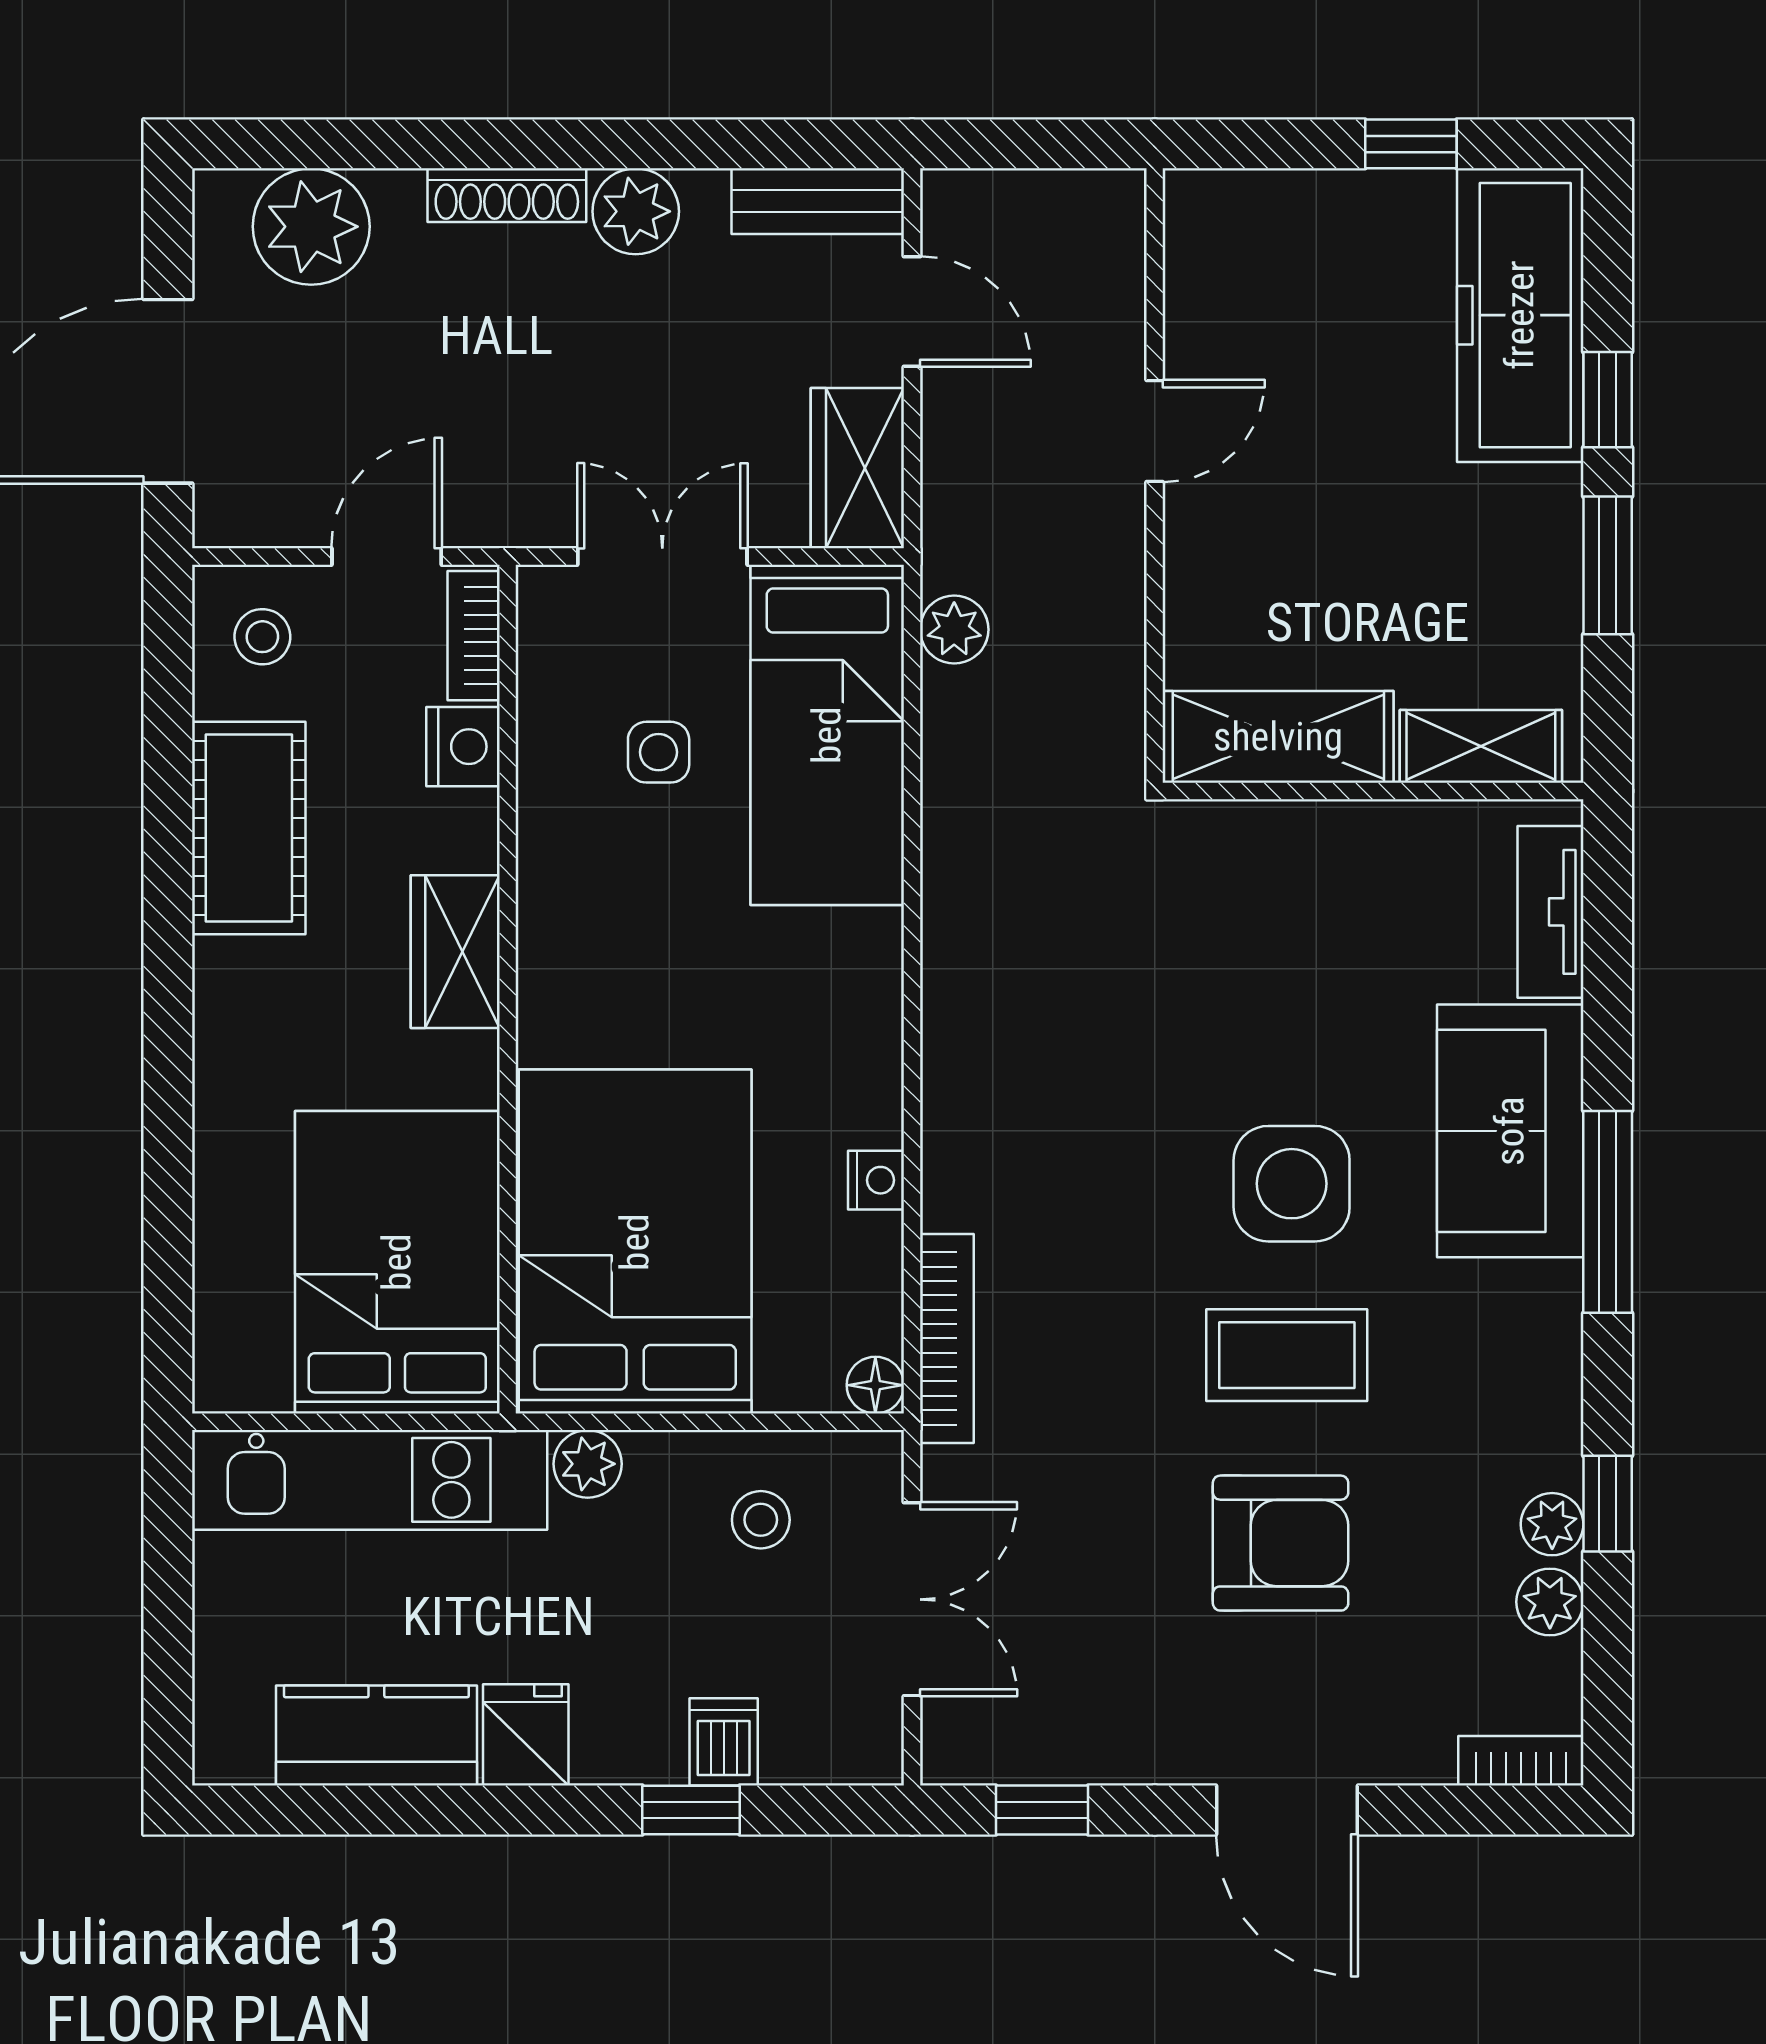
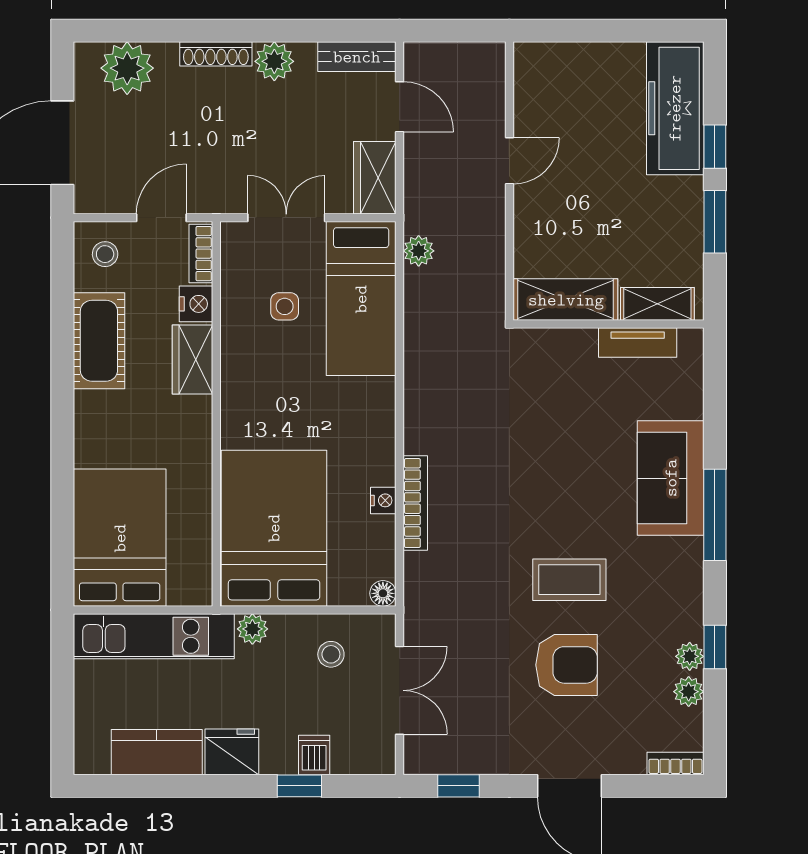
window: (1411, 144) -> (626, 31), removed
tv unit: (1550, 912) -> (638, 343), moved, turned -90
wardrobe: (455, 952) -> (192, 360), moved
side table: (1292, 1184) -> (572, 502), removed
bed: (397, 1262) -> (120, 538), moved
bookcase: (947, 1338) -> (415, 503), moved
fridge: (526, 1735) -> (232, 752), width x1.38

